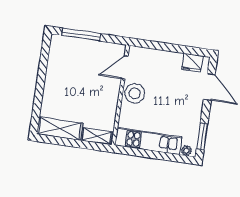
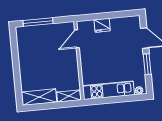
fridge: (192, 63) -> (102, 25), moved
stool: (135, 93) -> (89, 57), removed
window: (202, 136) -> (147, 64), moved

